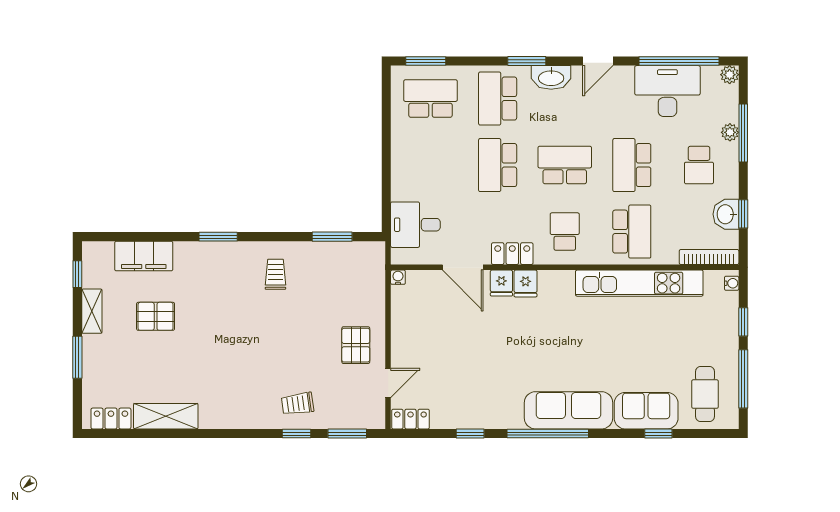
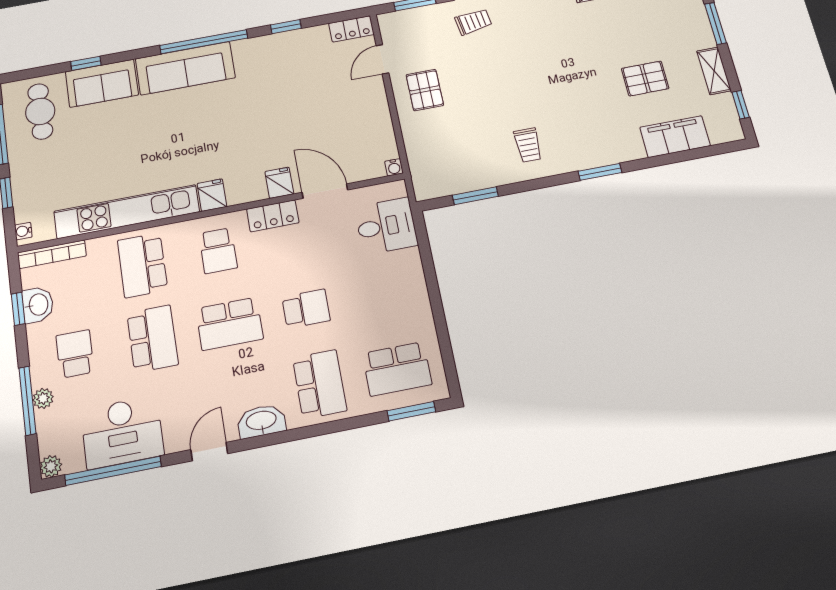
window: (527, 61) -> (293, 435), removed
school desk: (498, 165) -> (306, 309), width x0.54
fridge: (526, 283) -> (212, 195), moved

